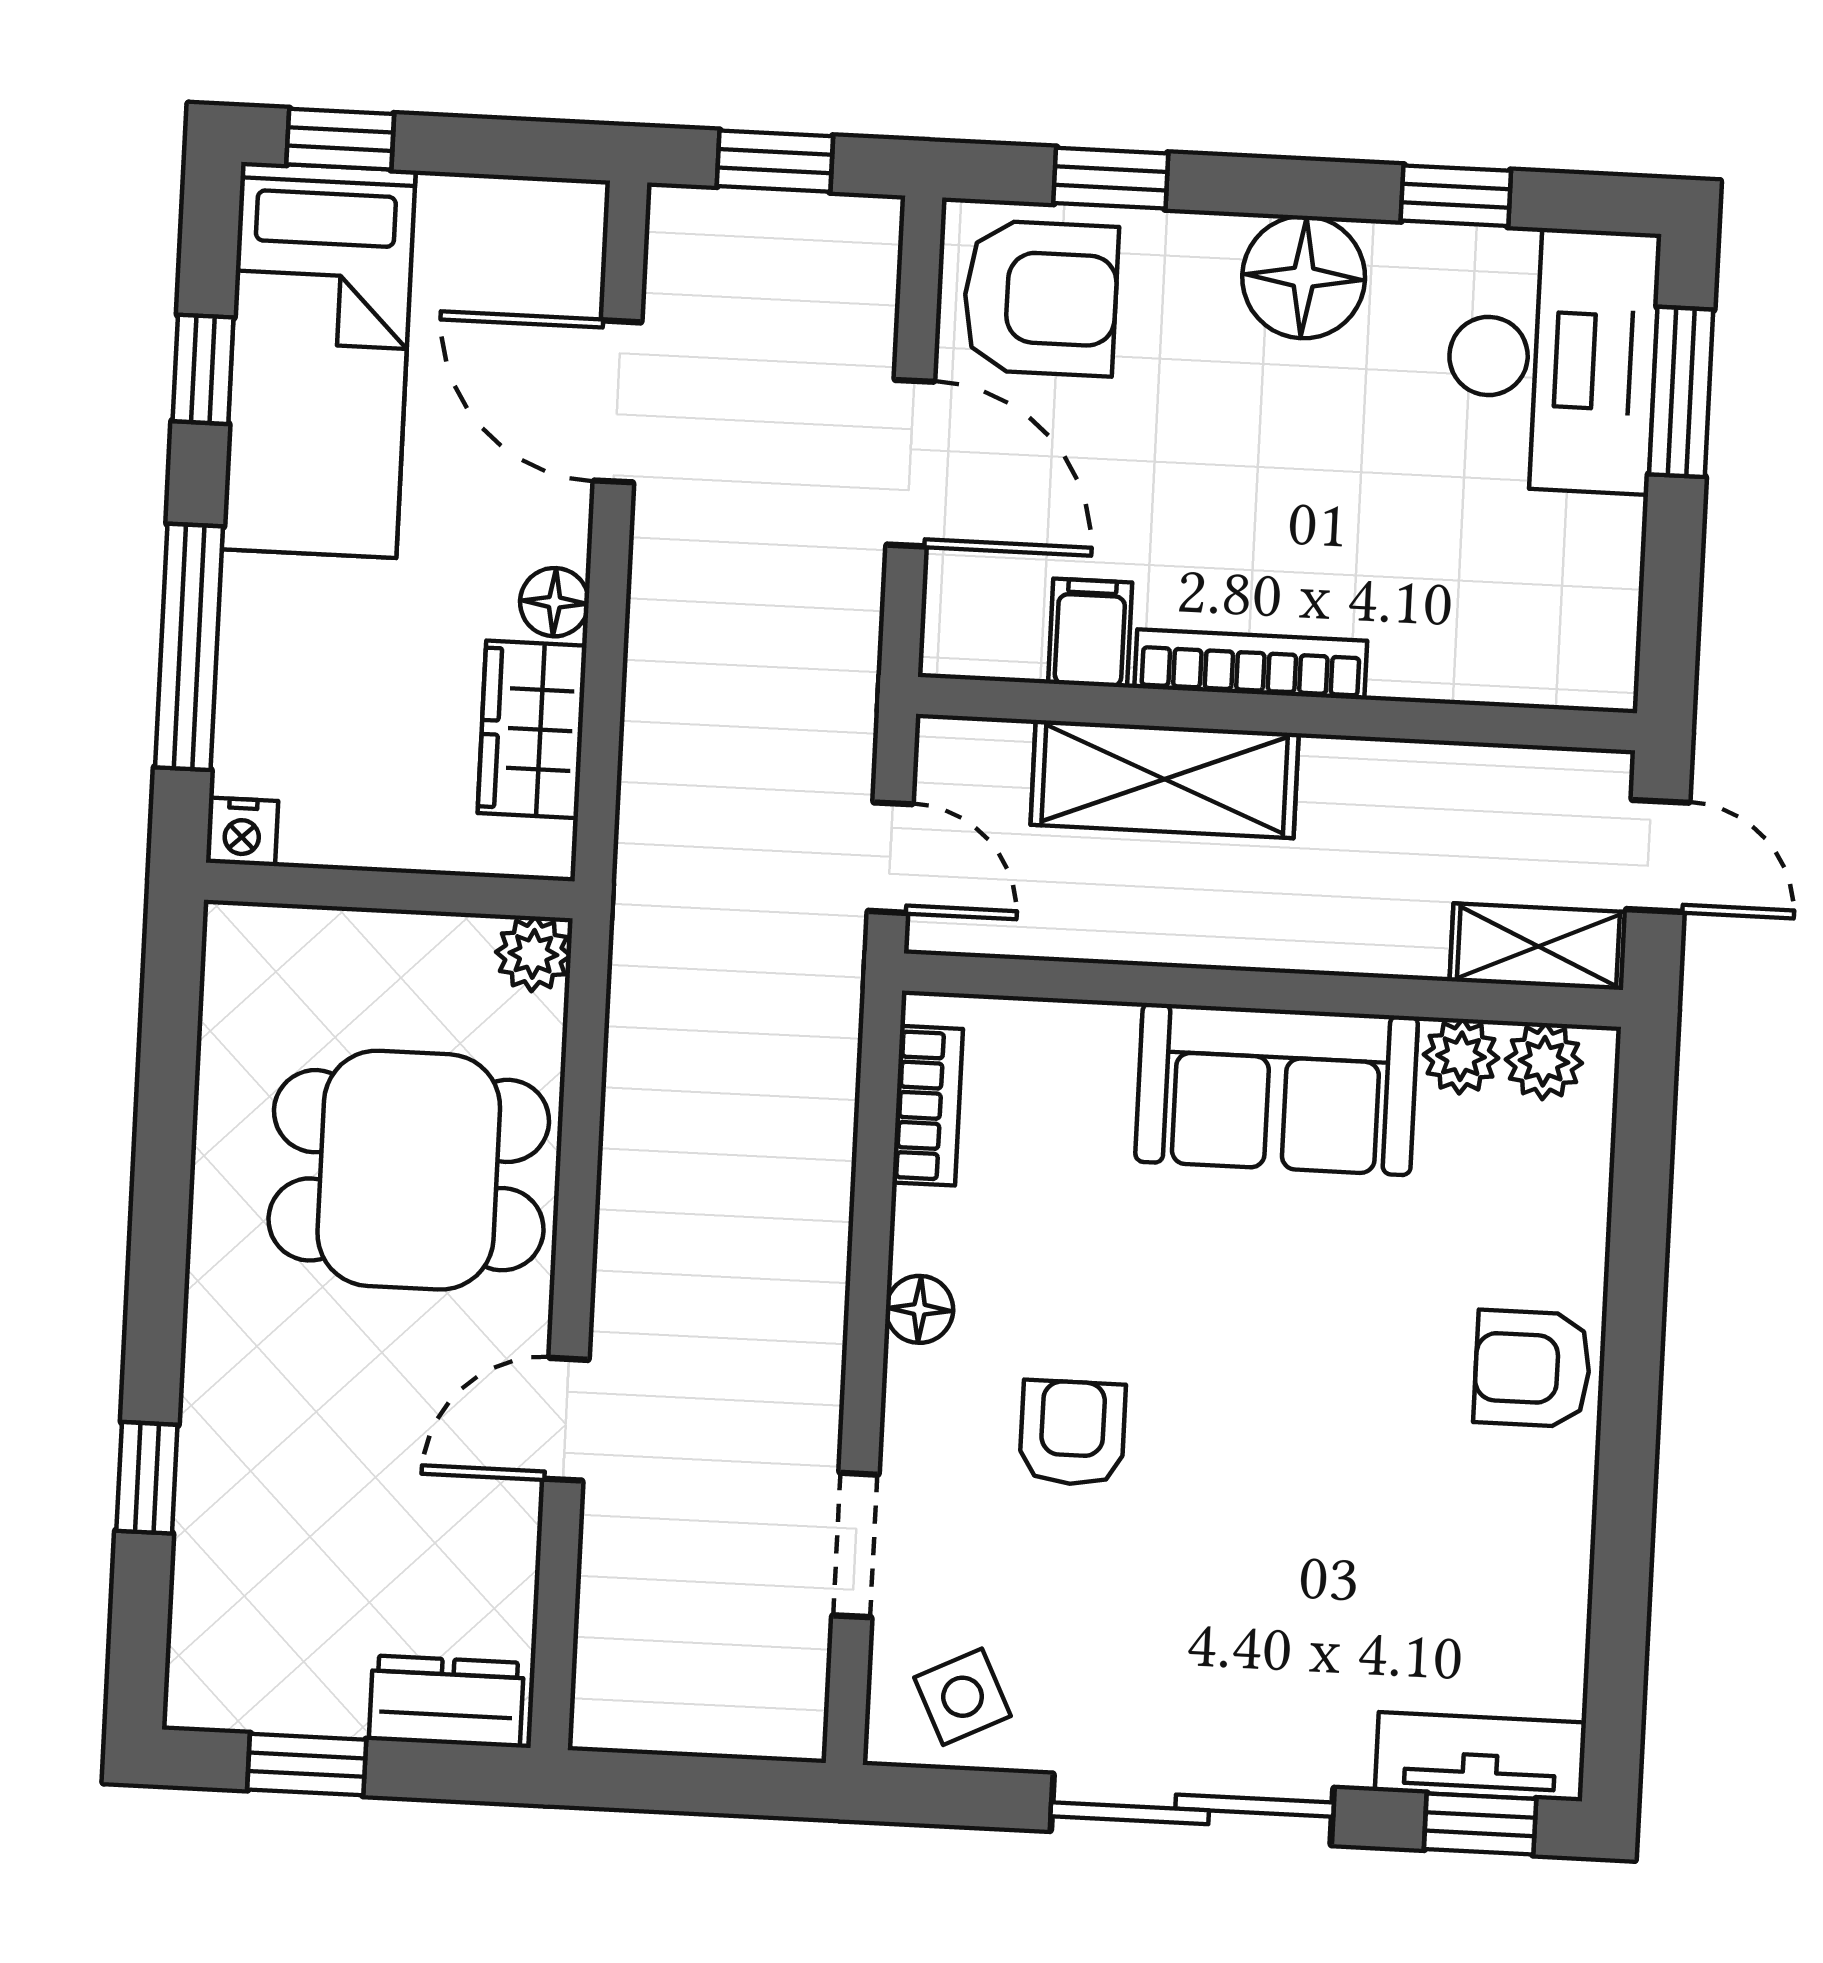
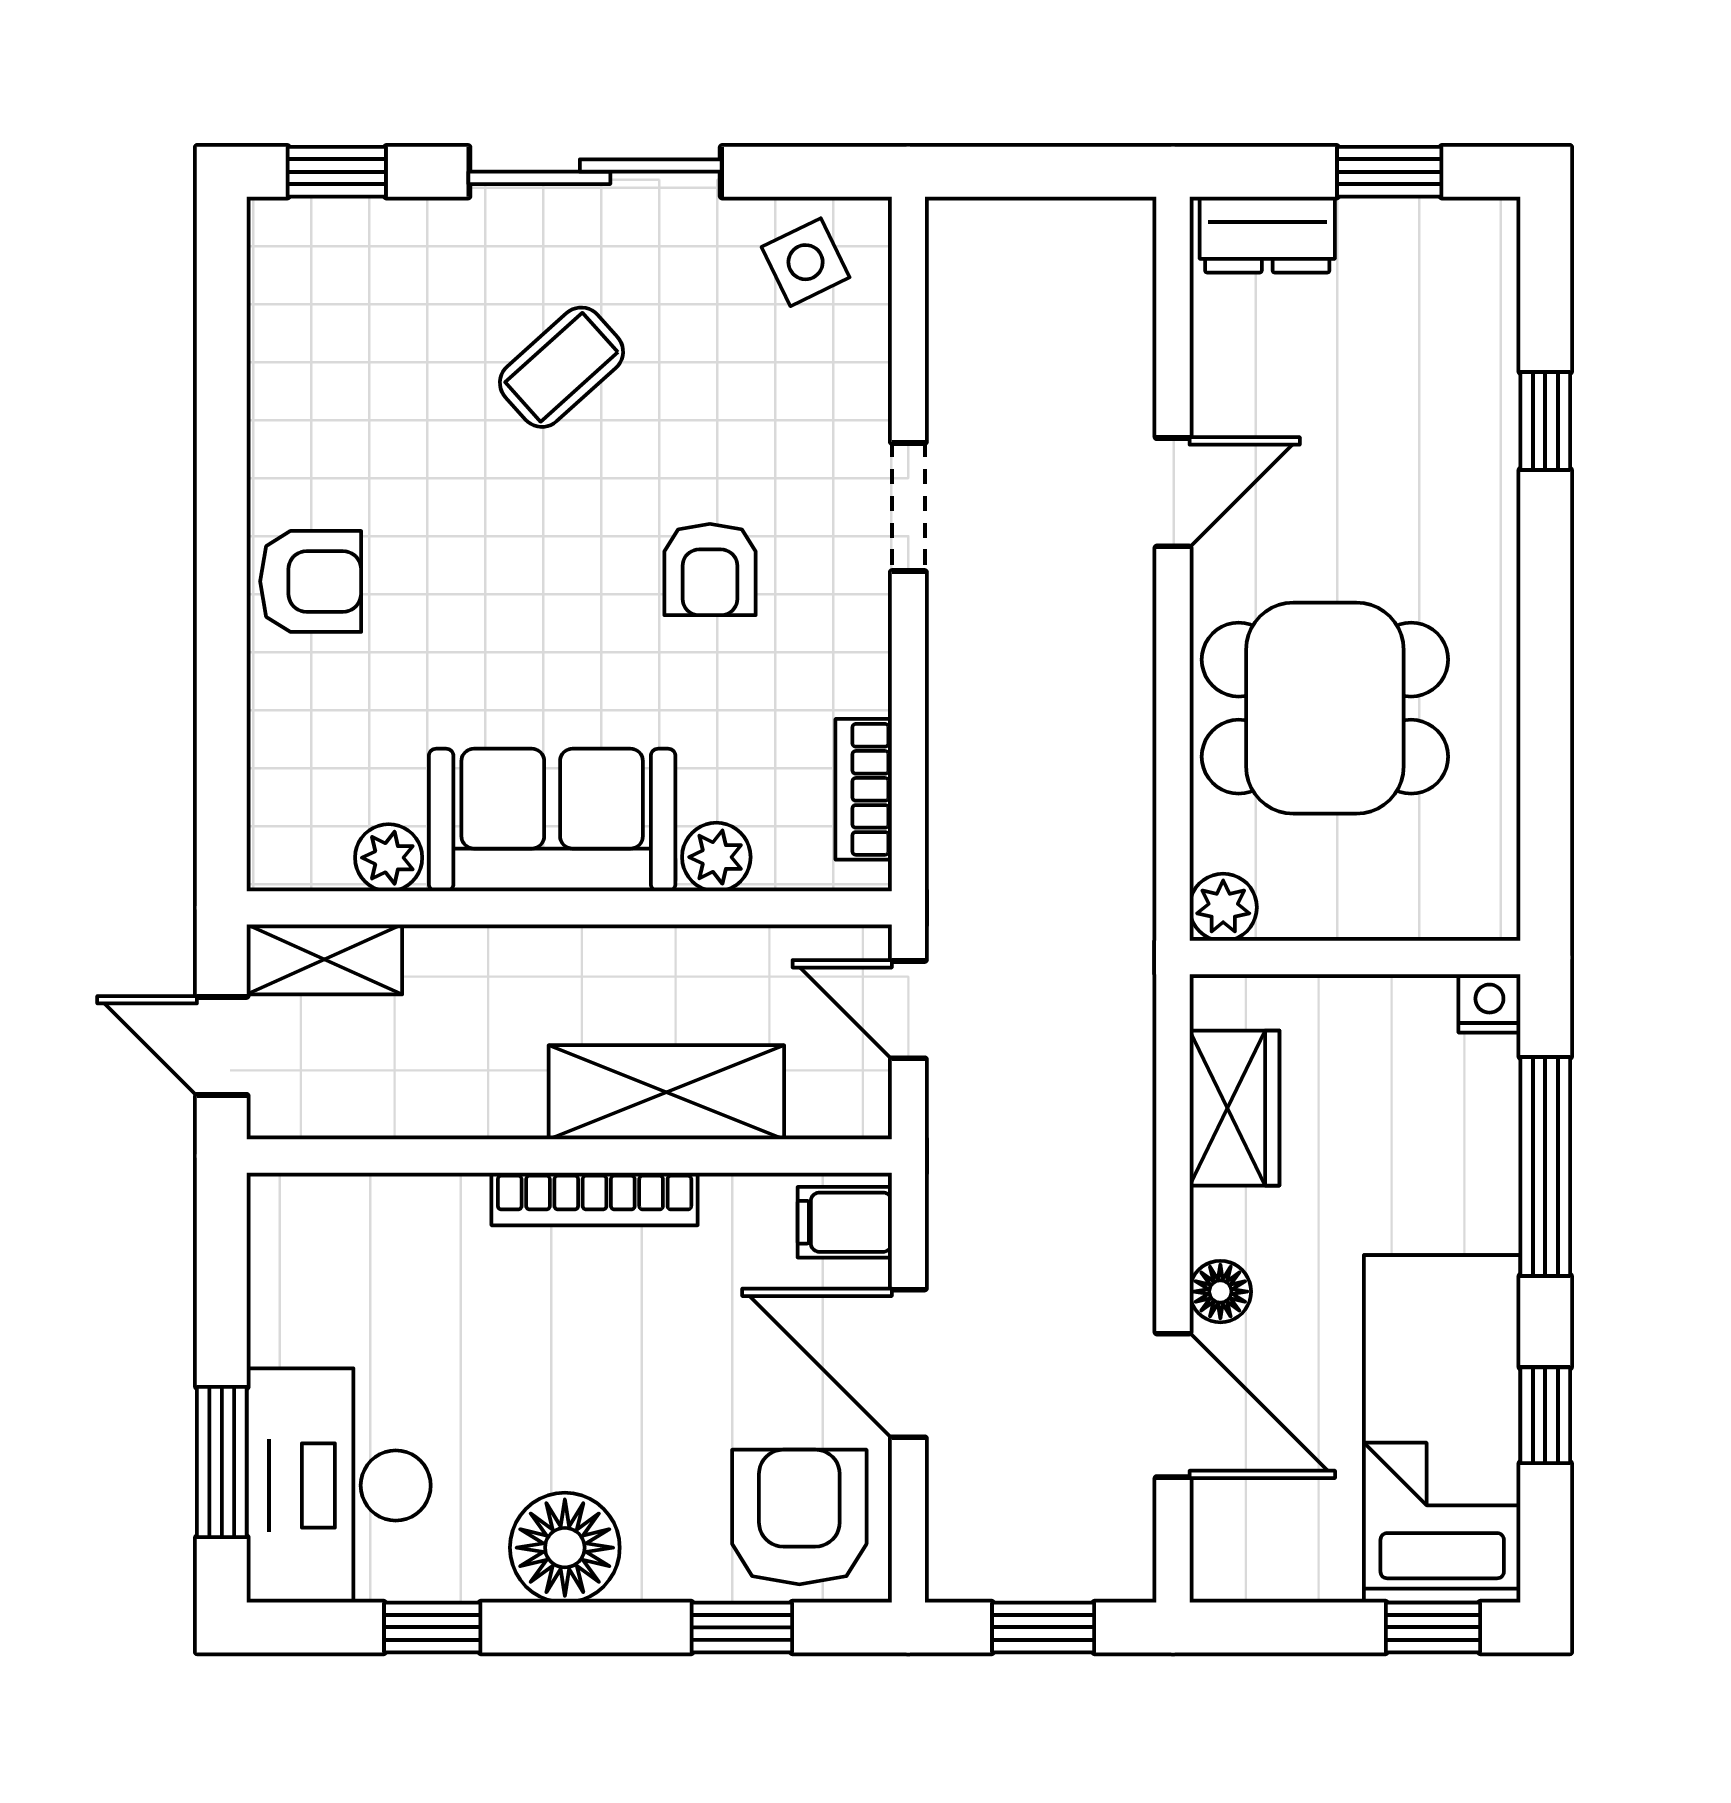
armchair: (1040, 298) -> (799, 1517), turned 90
floor lamp: (554, 602) -> (1220, 1292), moved
filing cabinet: (1090, 633) -> (845, 1222), moved, turned 90
plant: (1544, 1061) -> (716, 857), moved
floor lamp: (919, 1309) -> (862, 607), removed
armchair: (1072, 1433) -> (710, 570), moved
doorway: (855, 1545) -> (908, 507), moved
coffee table: (1241, 1593) -> (561, 367), added
tv unit: (1480, 1757) -> (340, 232), removed

